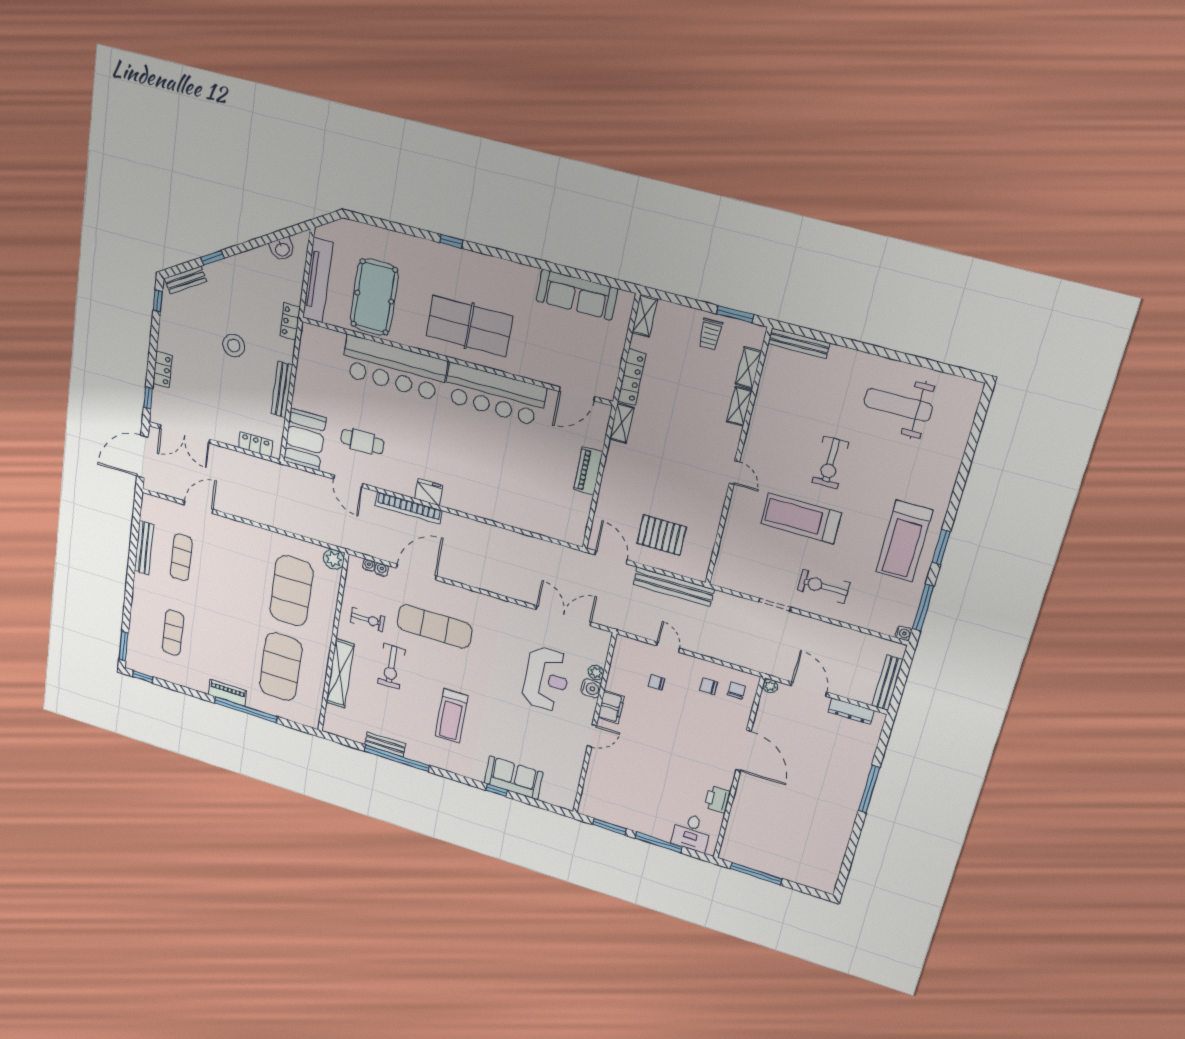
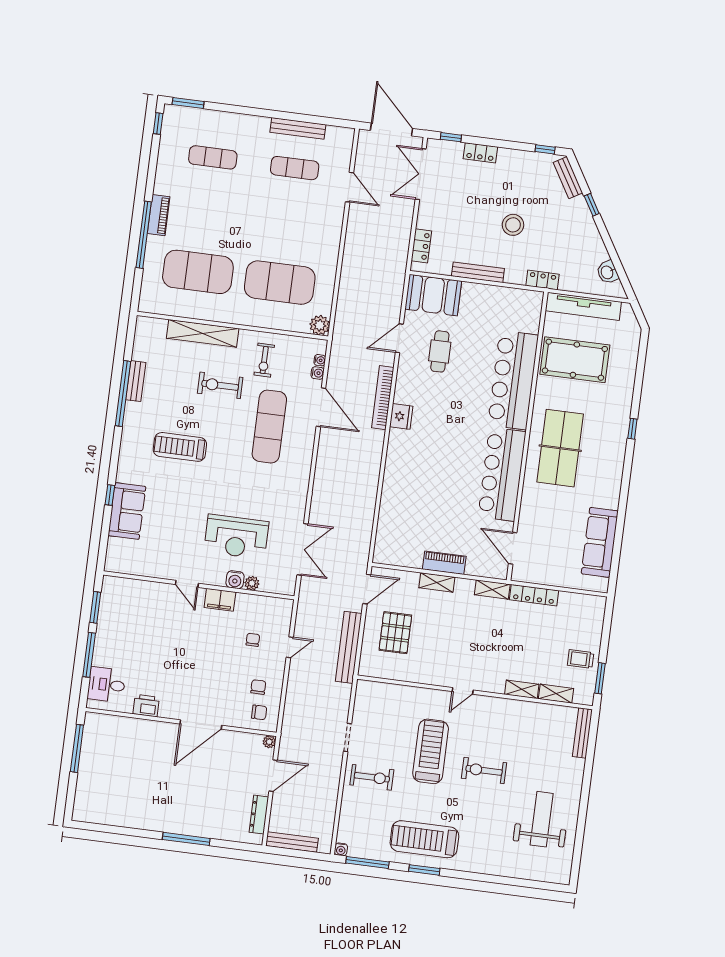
shelving: (645, 316) -> (437, 582), moved
exercise bike: (823, 586) -> (372, 777), turned 90

